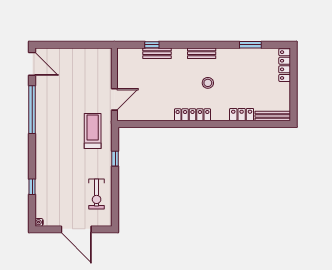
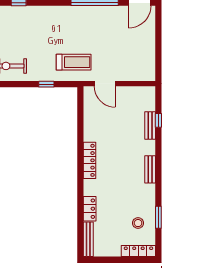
stool: (208, 83) -> (138, 223), moved

